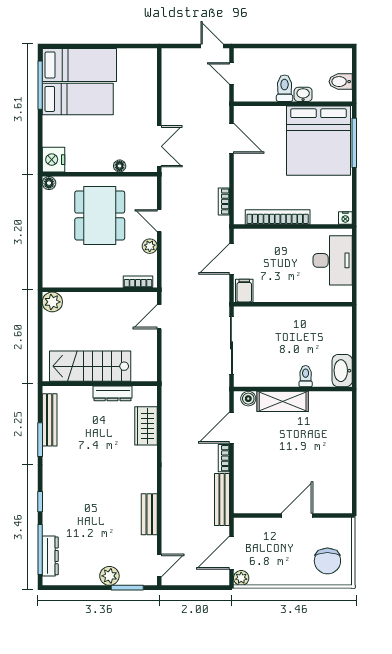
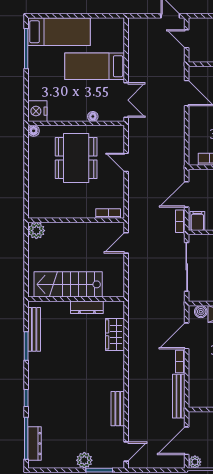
bed: (78, 99) -> (95, 66), moved, turned 180
bookcase: (224, 201) -> (180, 221), moved
plant: (150, 246) -> (118, 184), removed

